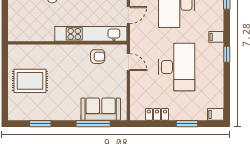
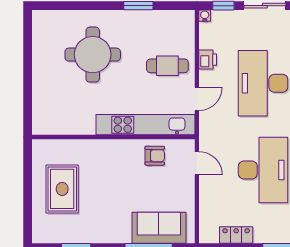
rug: (30, 81) -> (62, 189), turned 90

